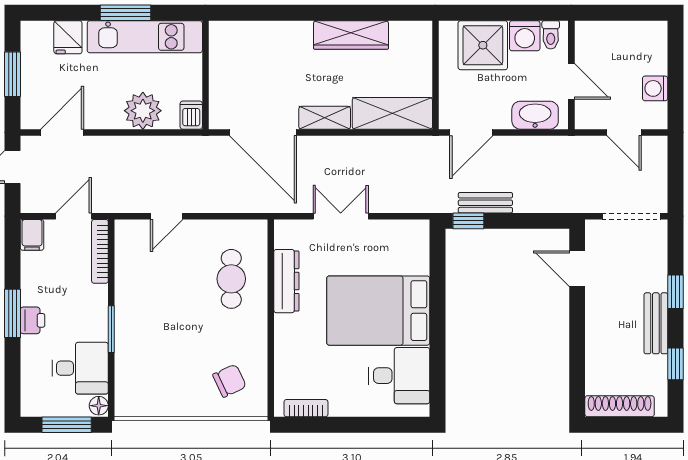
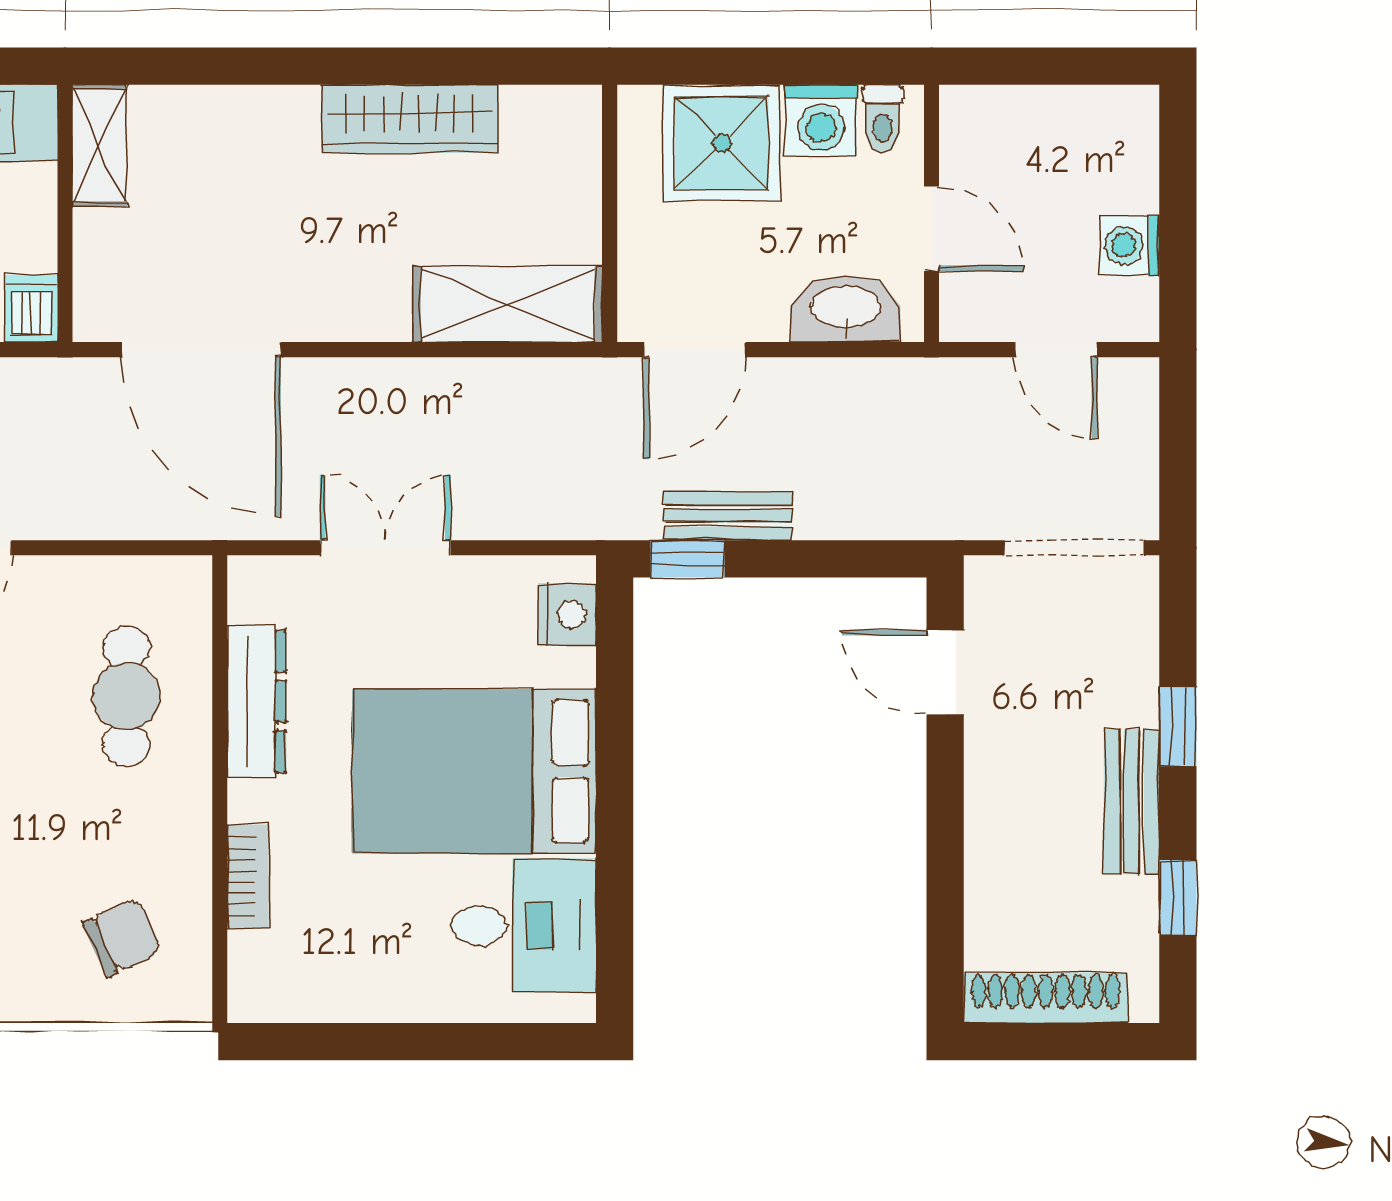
shelving: (325, 118) -> (100, 146), moved, turned 90
nightstand: (417, 244) -> (567, 615), added
bookcase: (306, 408) -> (248, 876), moved, turned 90

